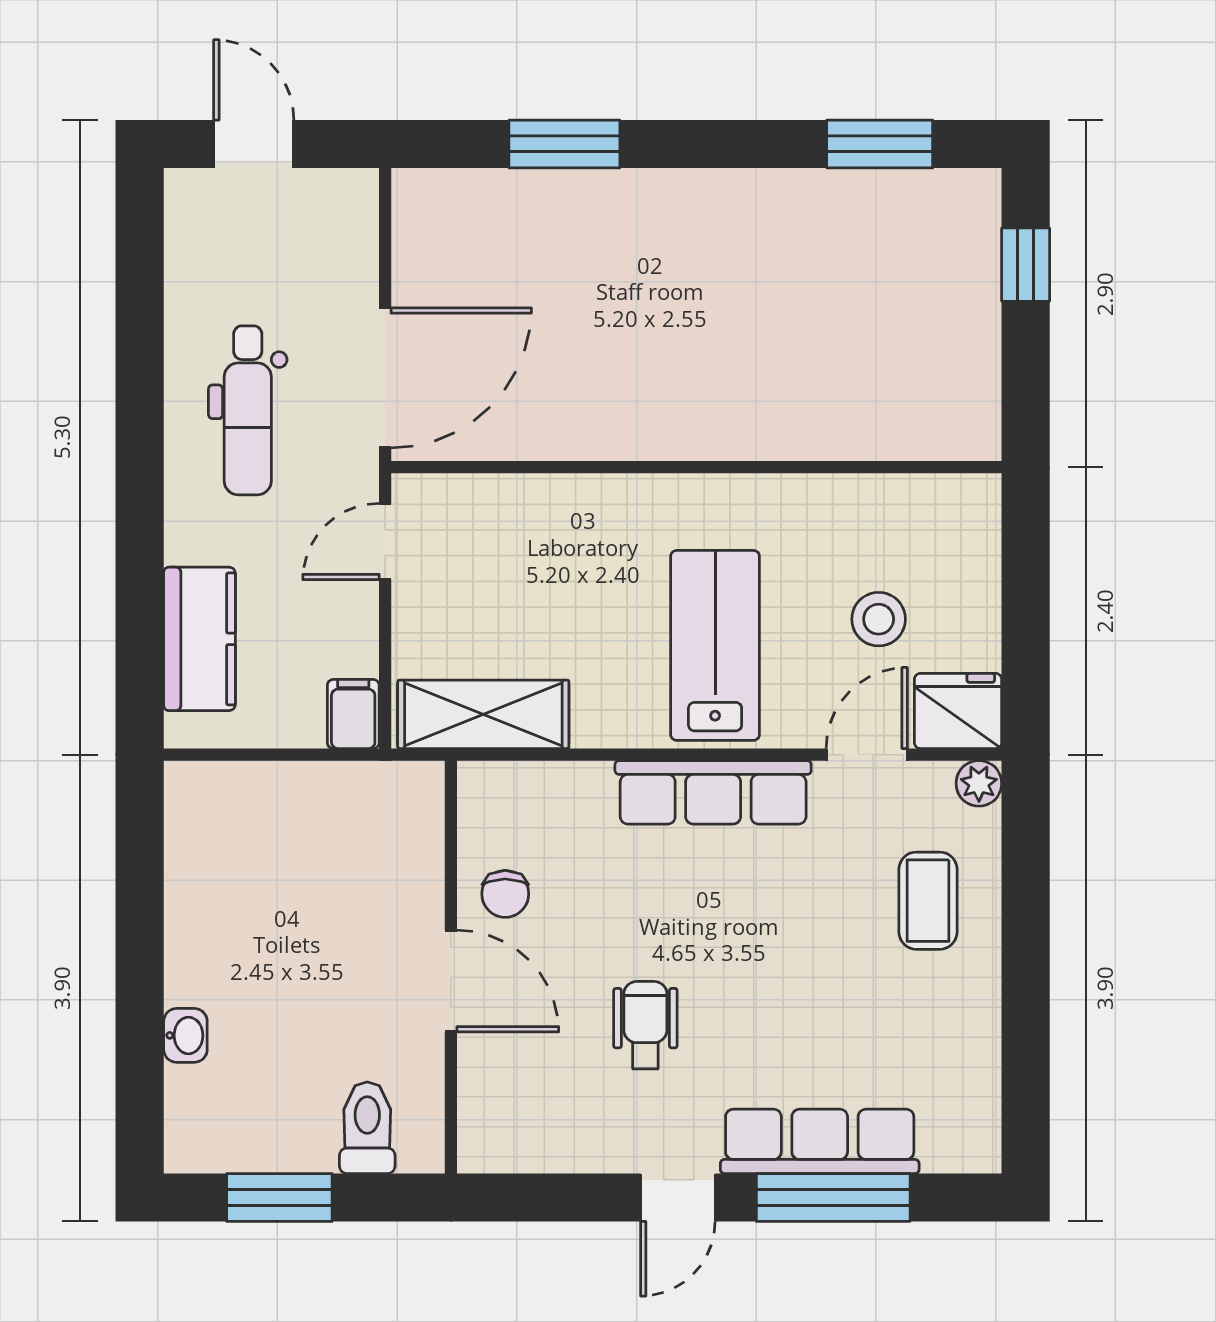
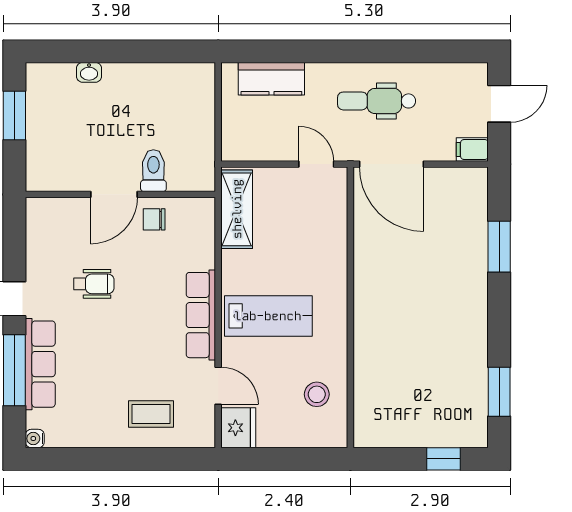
stool: (879, 619) -> (317, 394), moved
filing cabinet: (353, 714) -> (472, 149), moved, turned 180
plant: (979, 783) -> (205, 437), removed
toilet: (367, 1128) -> (153, 171), moved, turned -90
water cooler: (981, 1153) -> (35, 438), added

